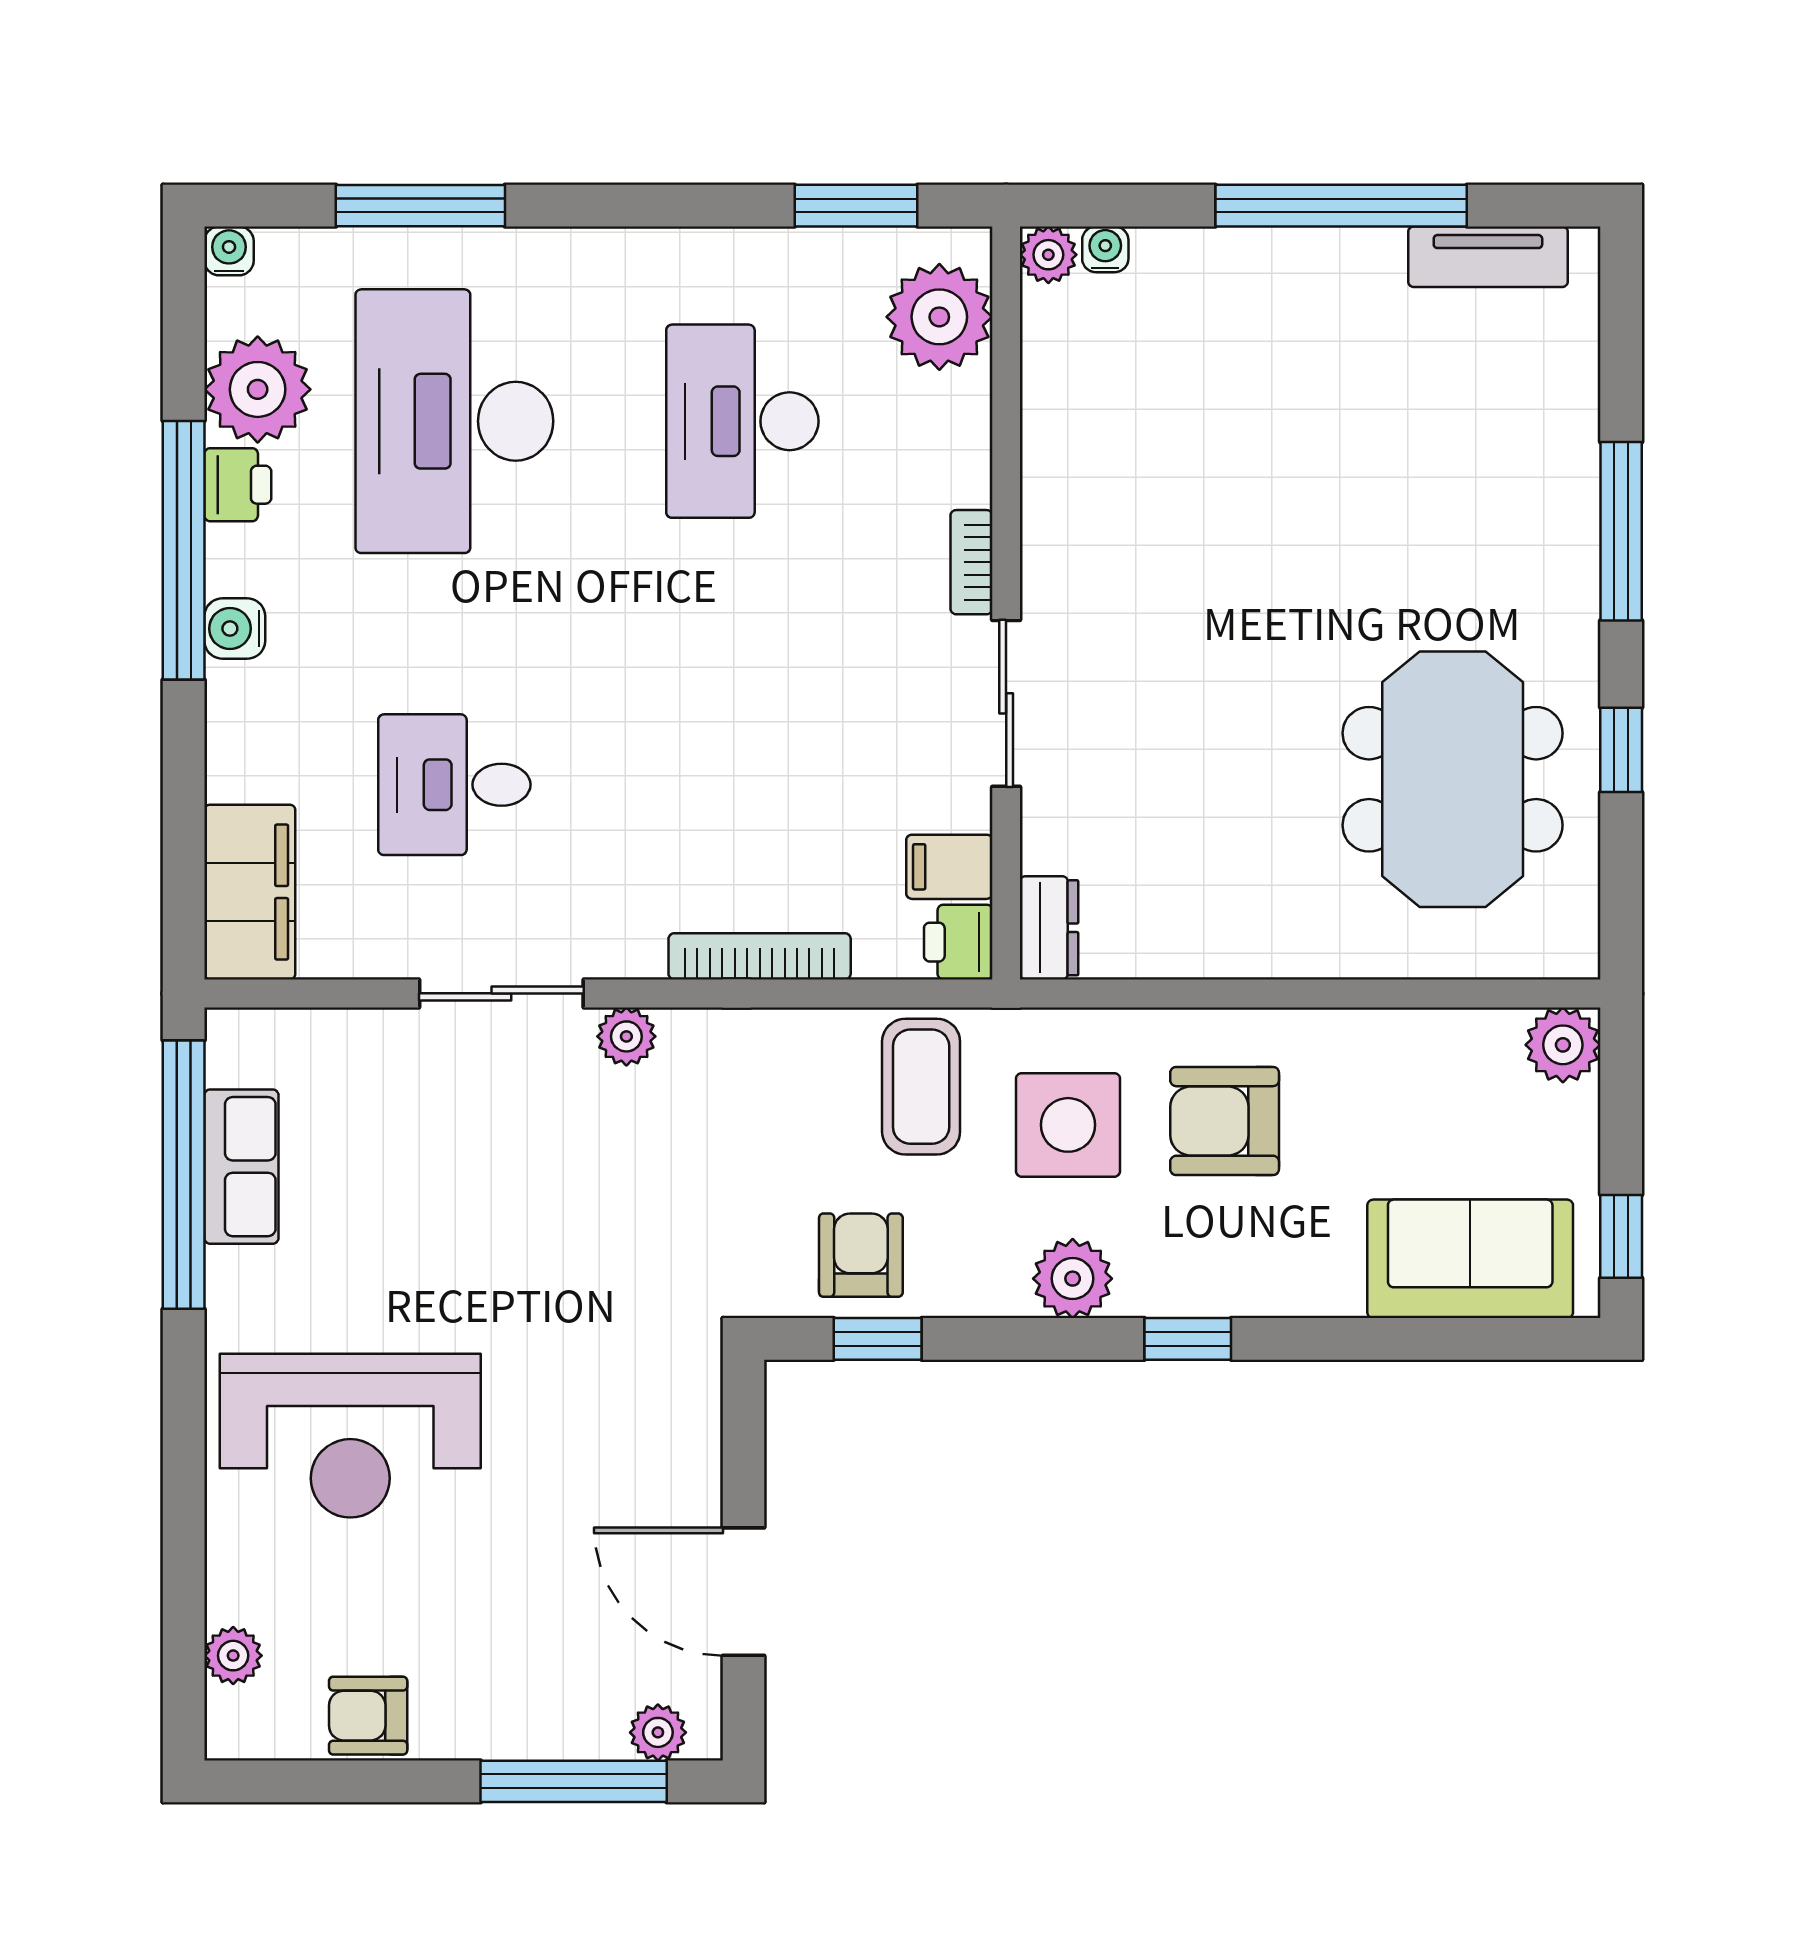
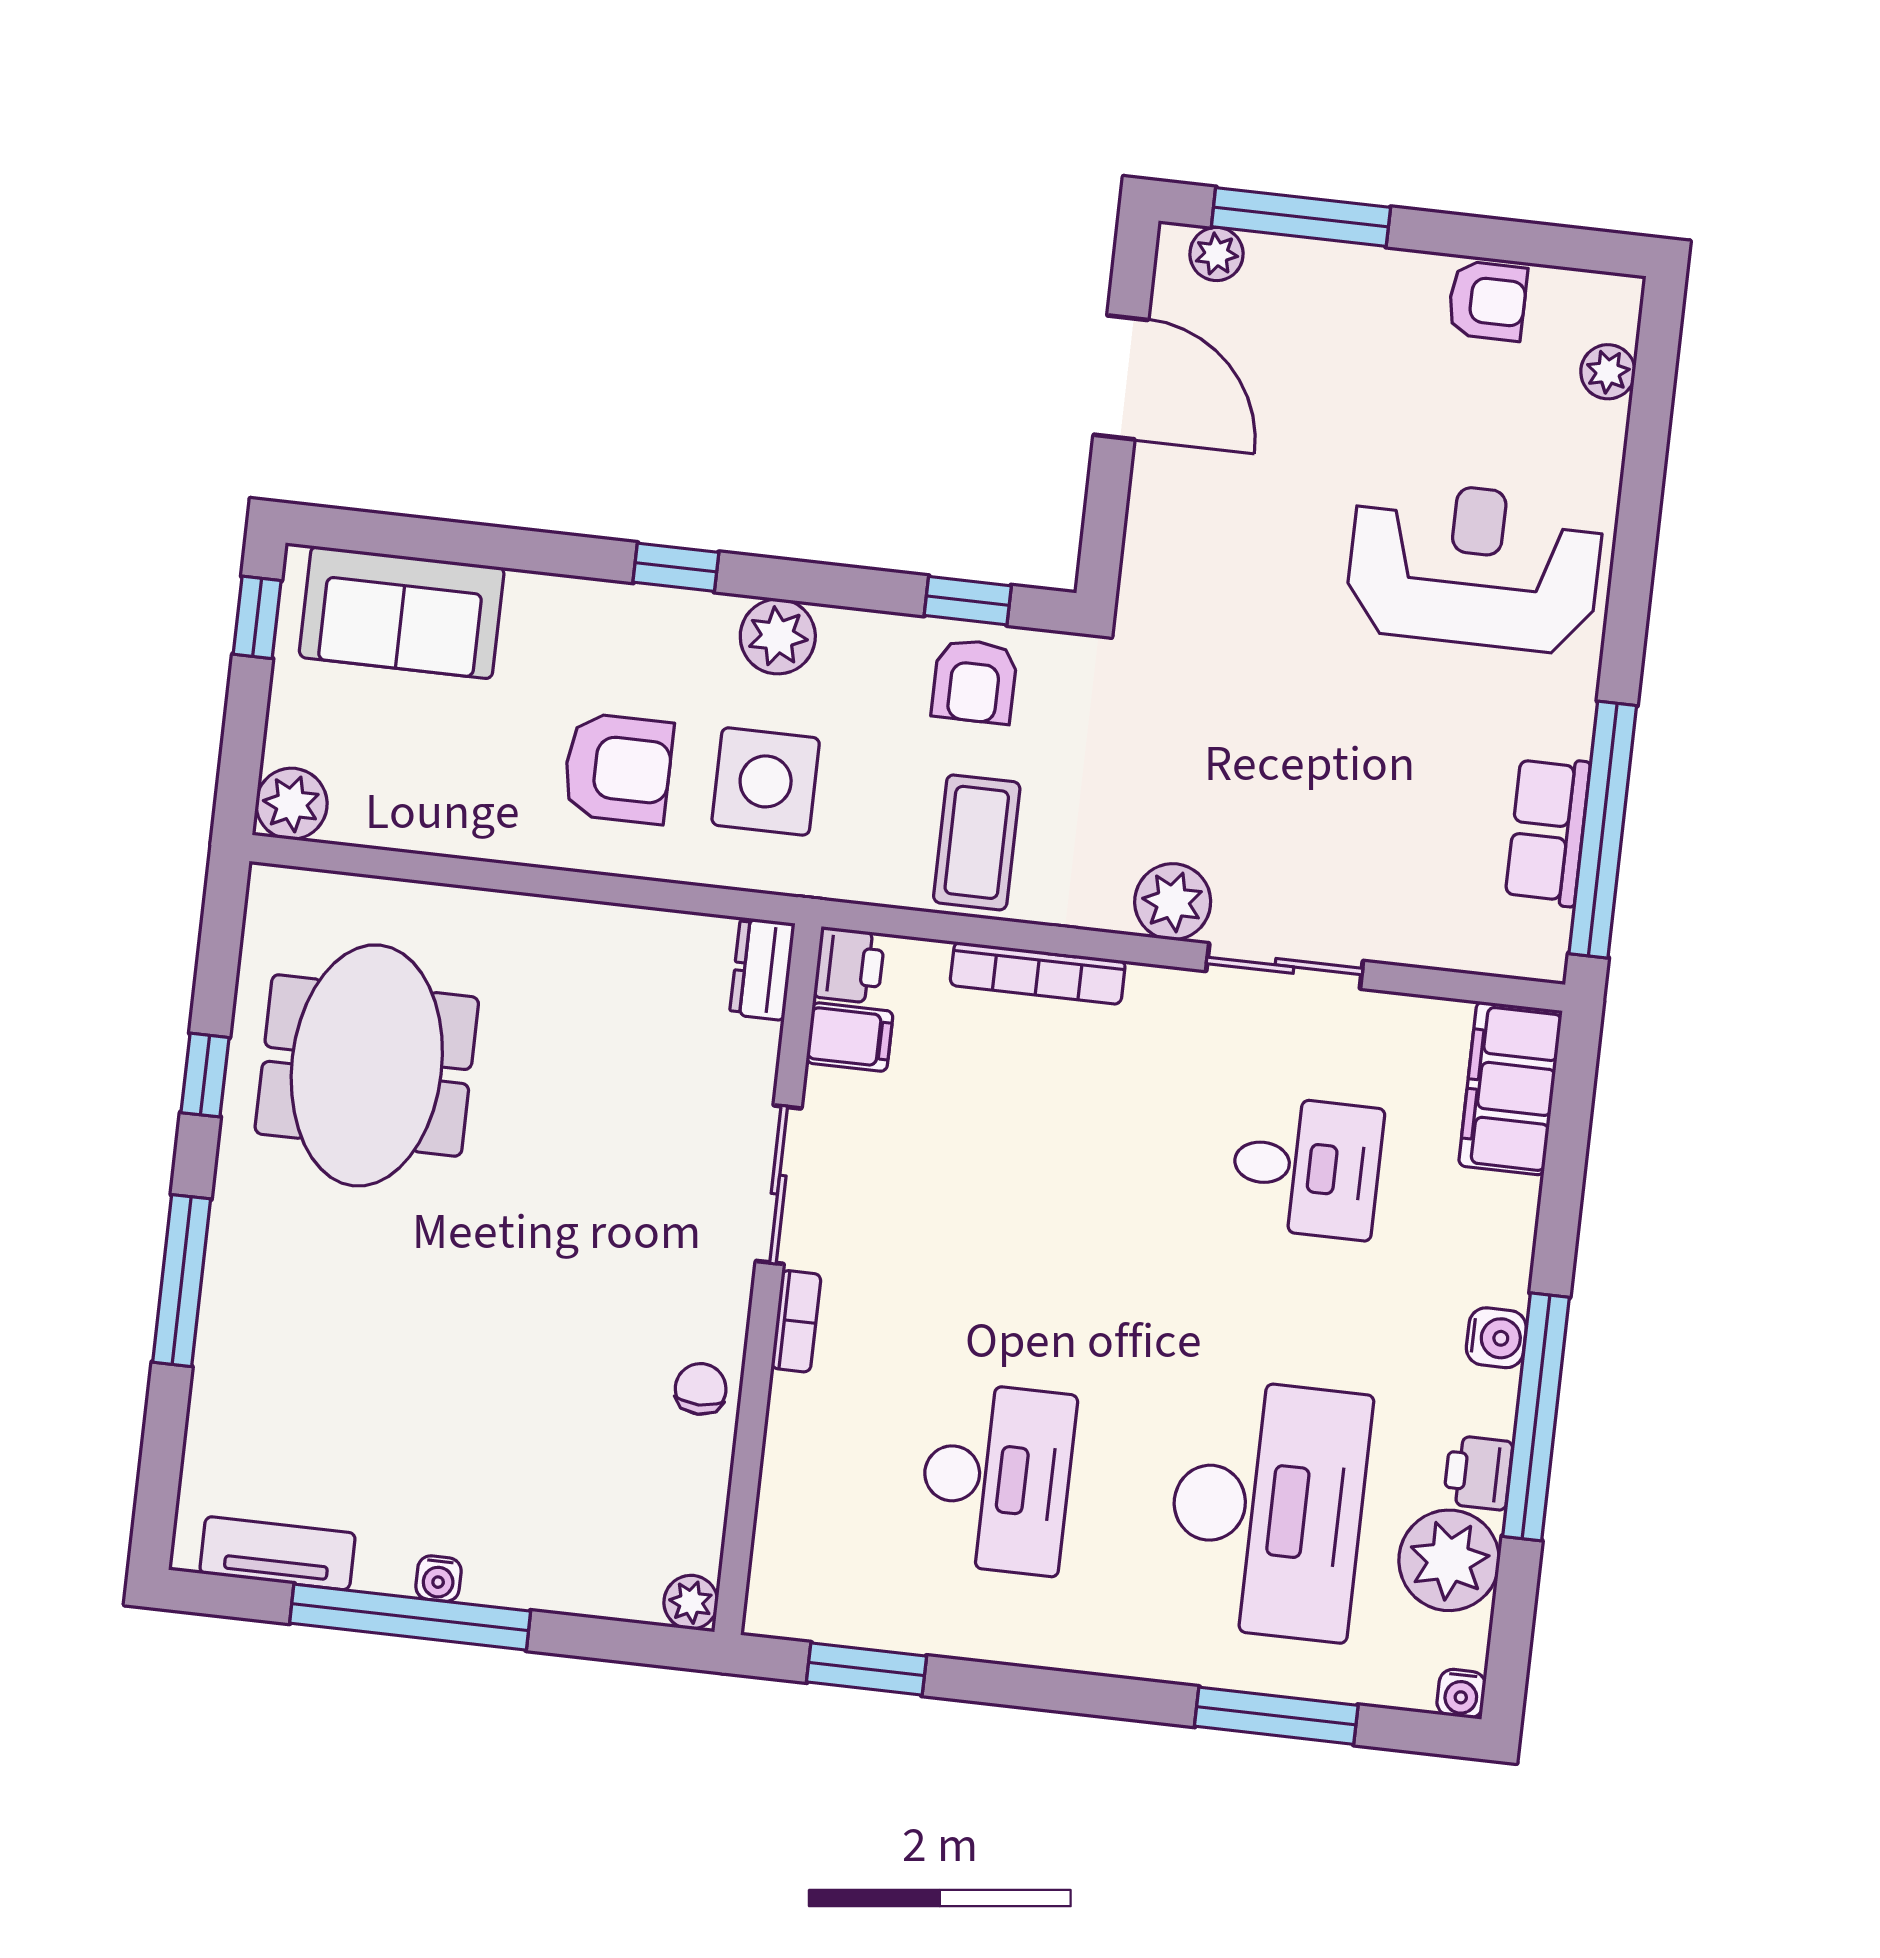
water cooler: (1105, 249) -> (438, 1579), moved
plant: (939, 317) -> (800, 1555), removed
chair: (1064, 480) -> (701, 1389), added
plant: (626, 1036) -> (1173, 902), width x1.38, depth x1.38
coffee table: (921, 1087) -> (977, 842), moved

